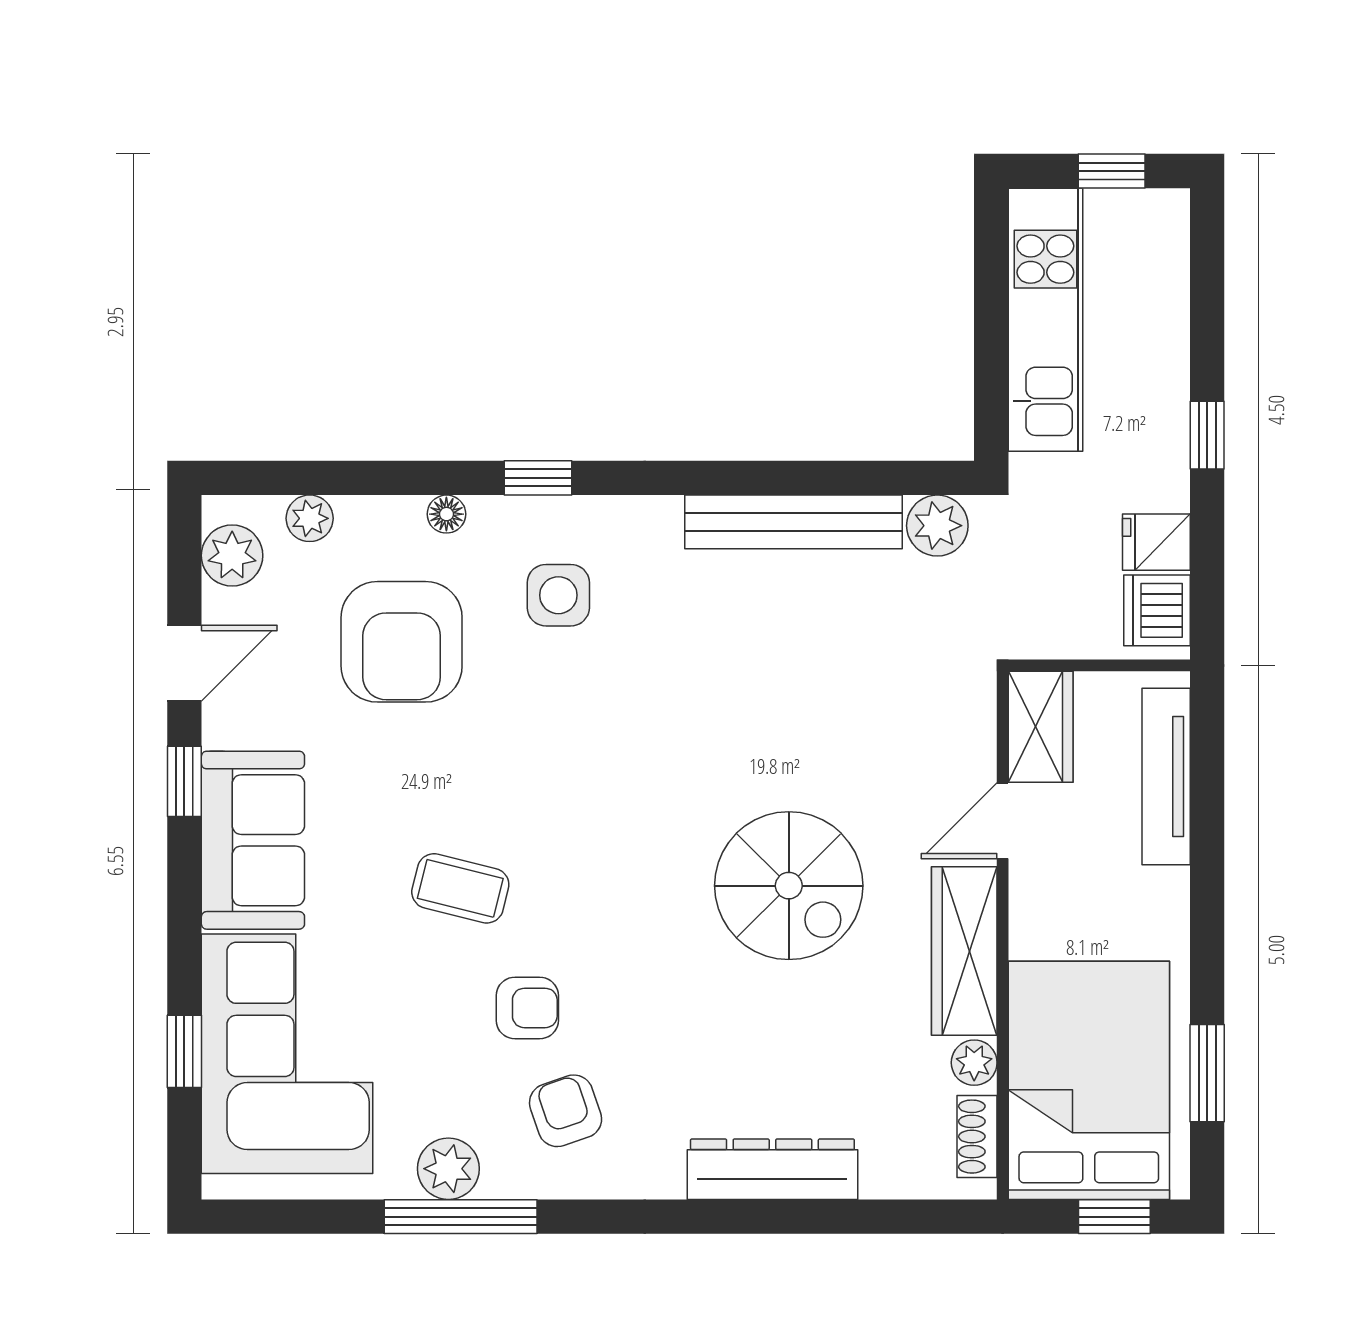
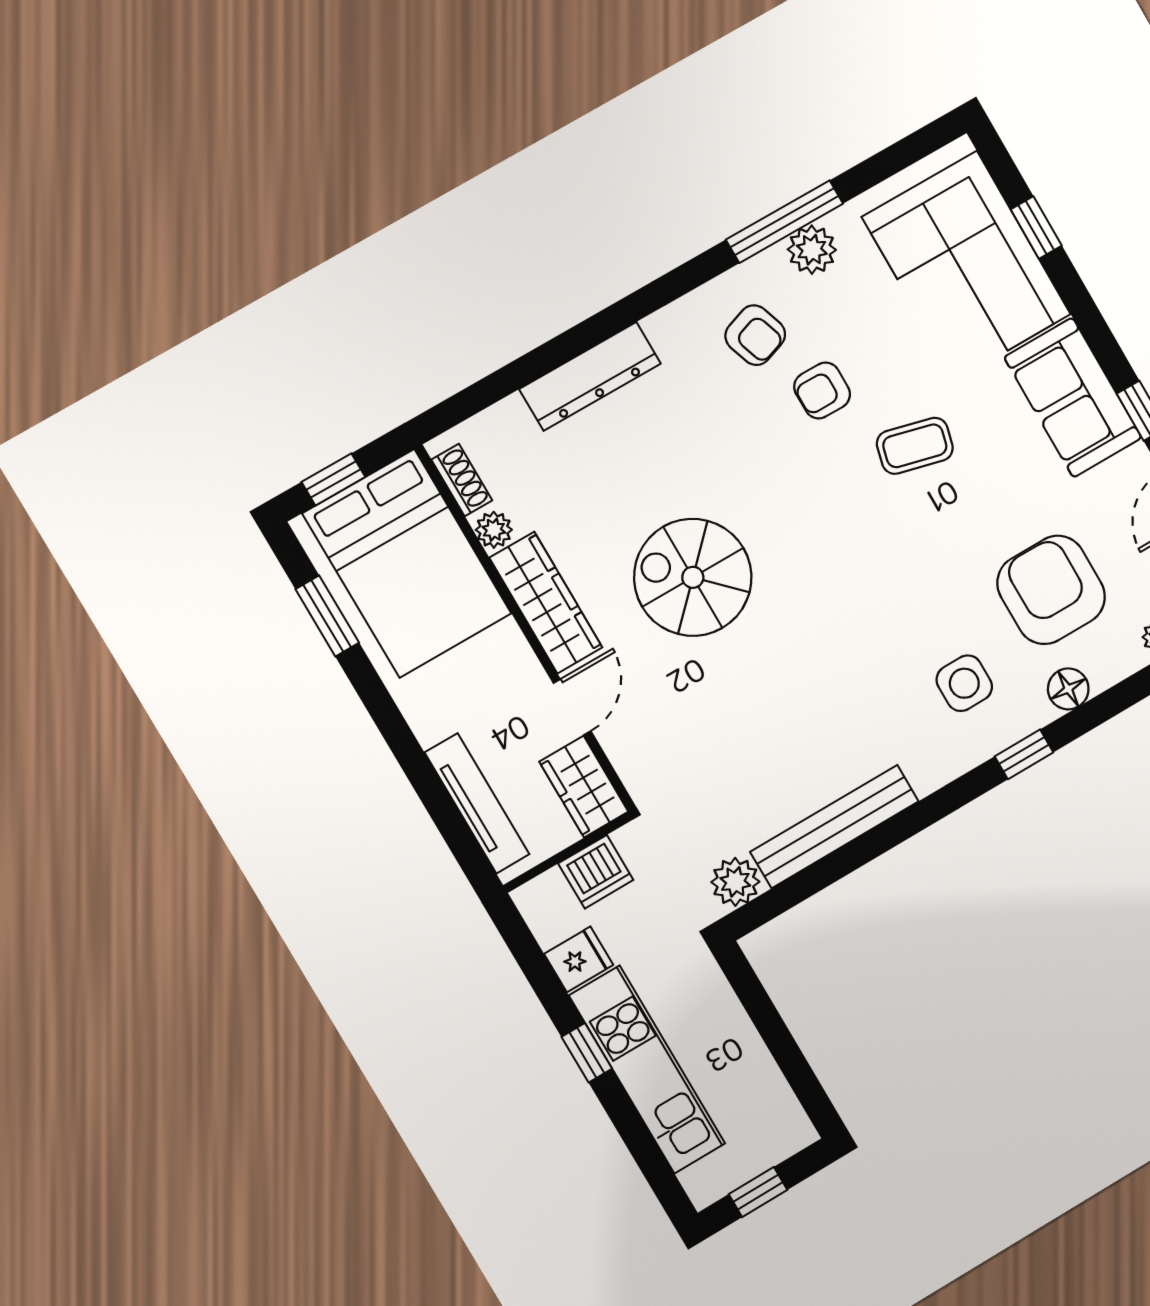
kitchen unit: (1045, 320) -> (647, 1070), moved, turned 180
floor lamp: (446, 514) -> (1068, 689), width x1.37, depth x1.37
dishwasher: (1157, 610) -> (596, 872), moved, turned 90

